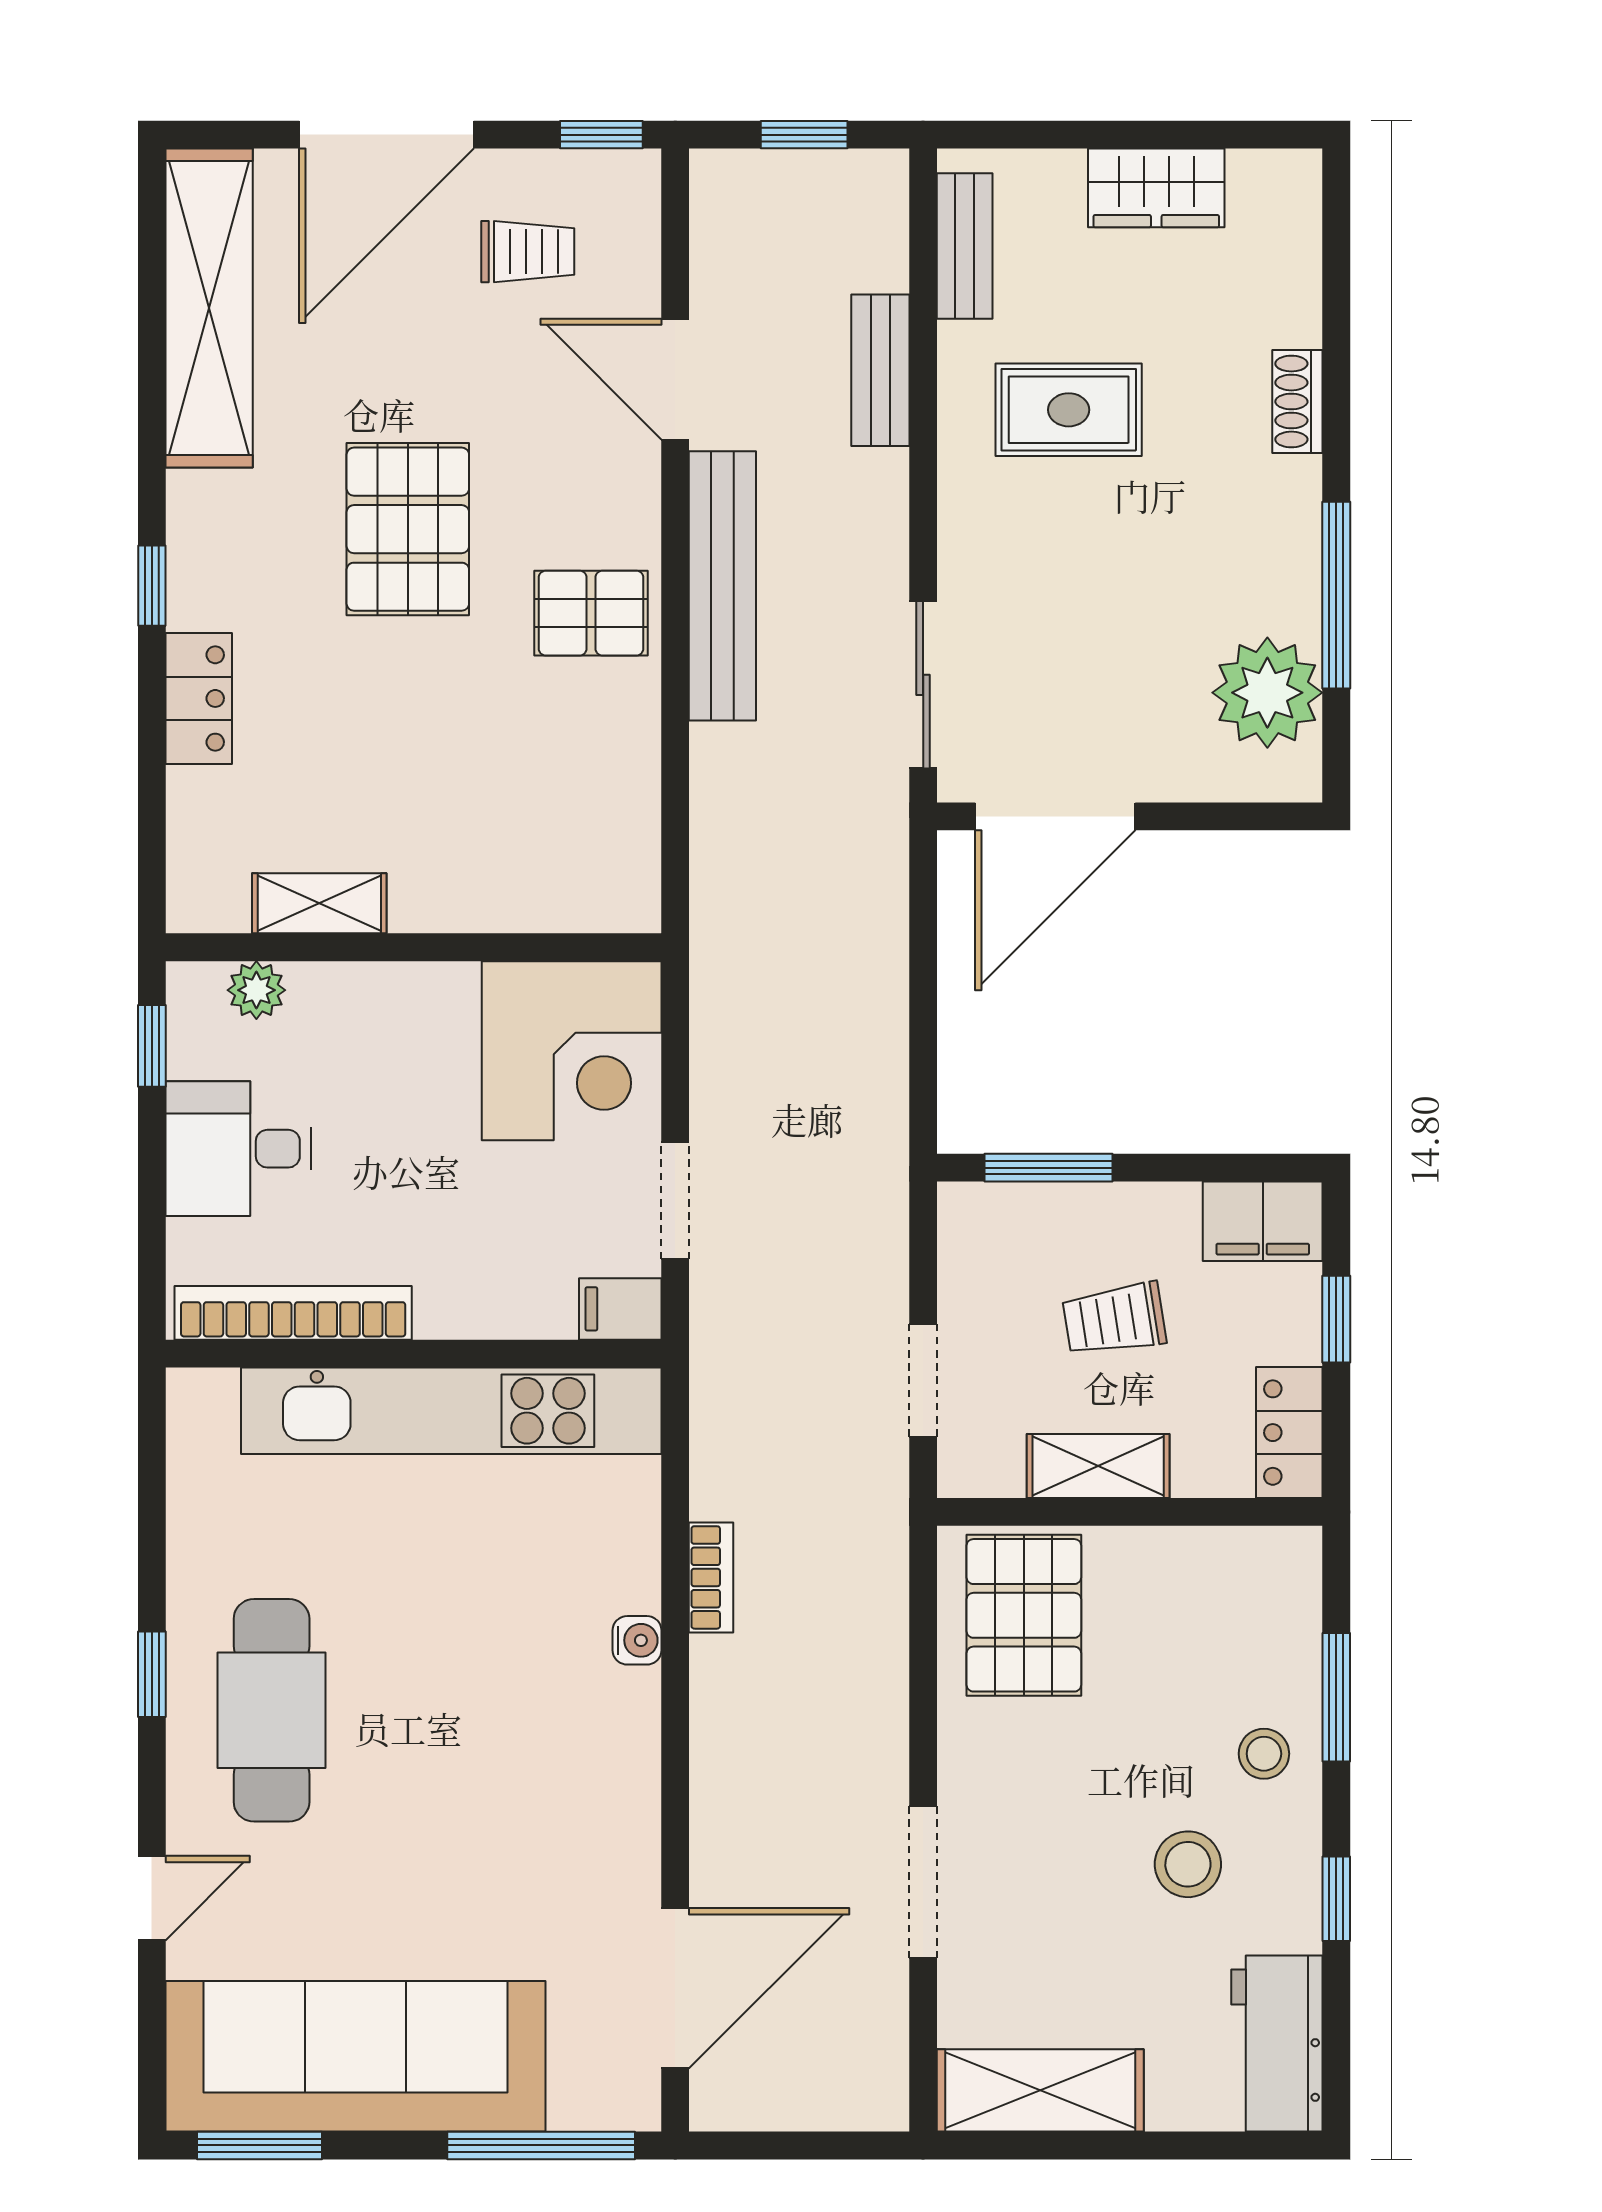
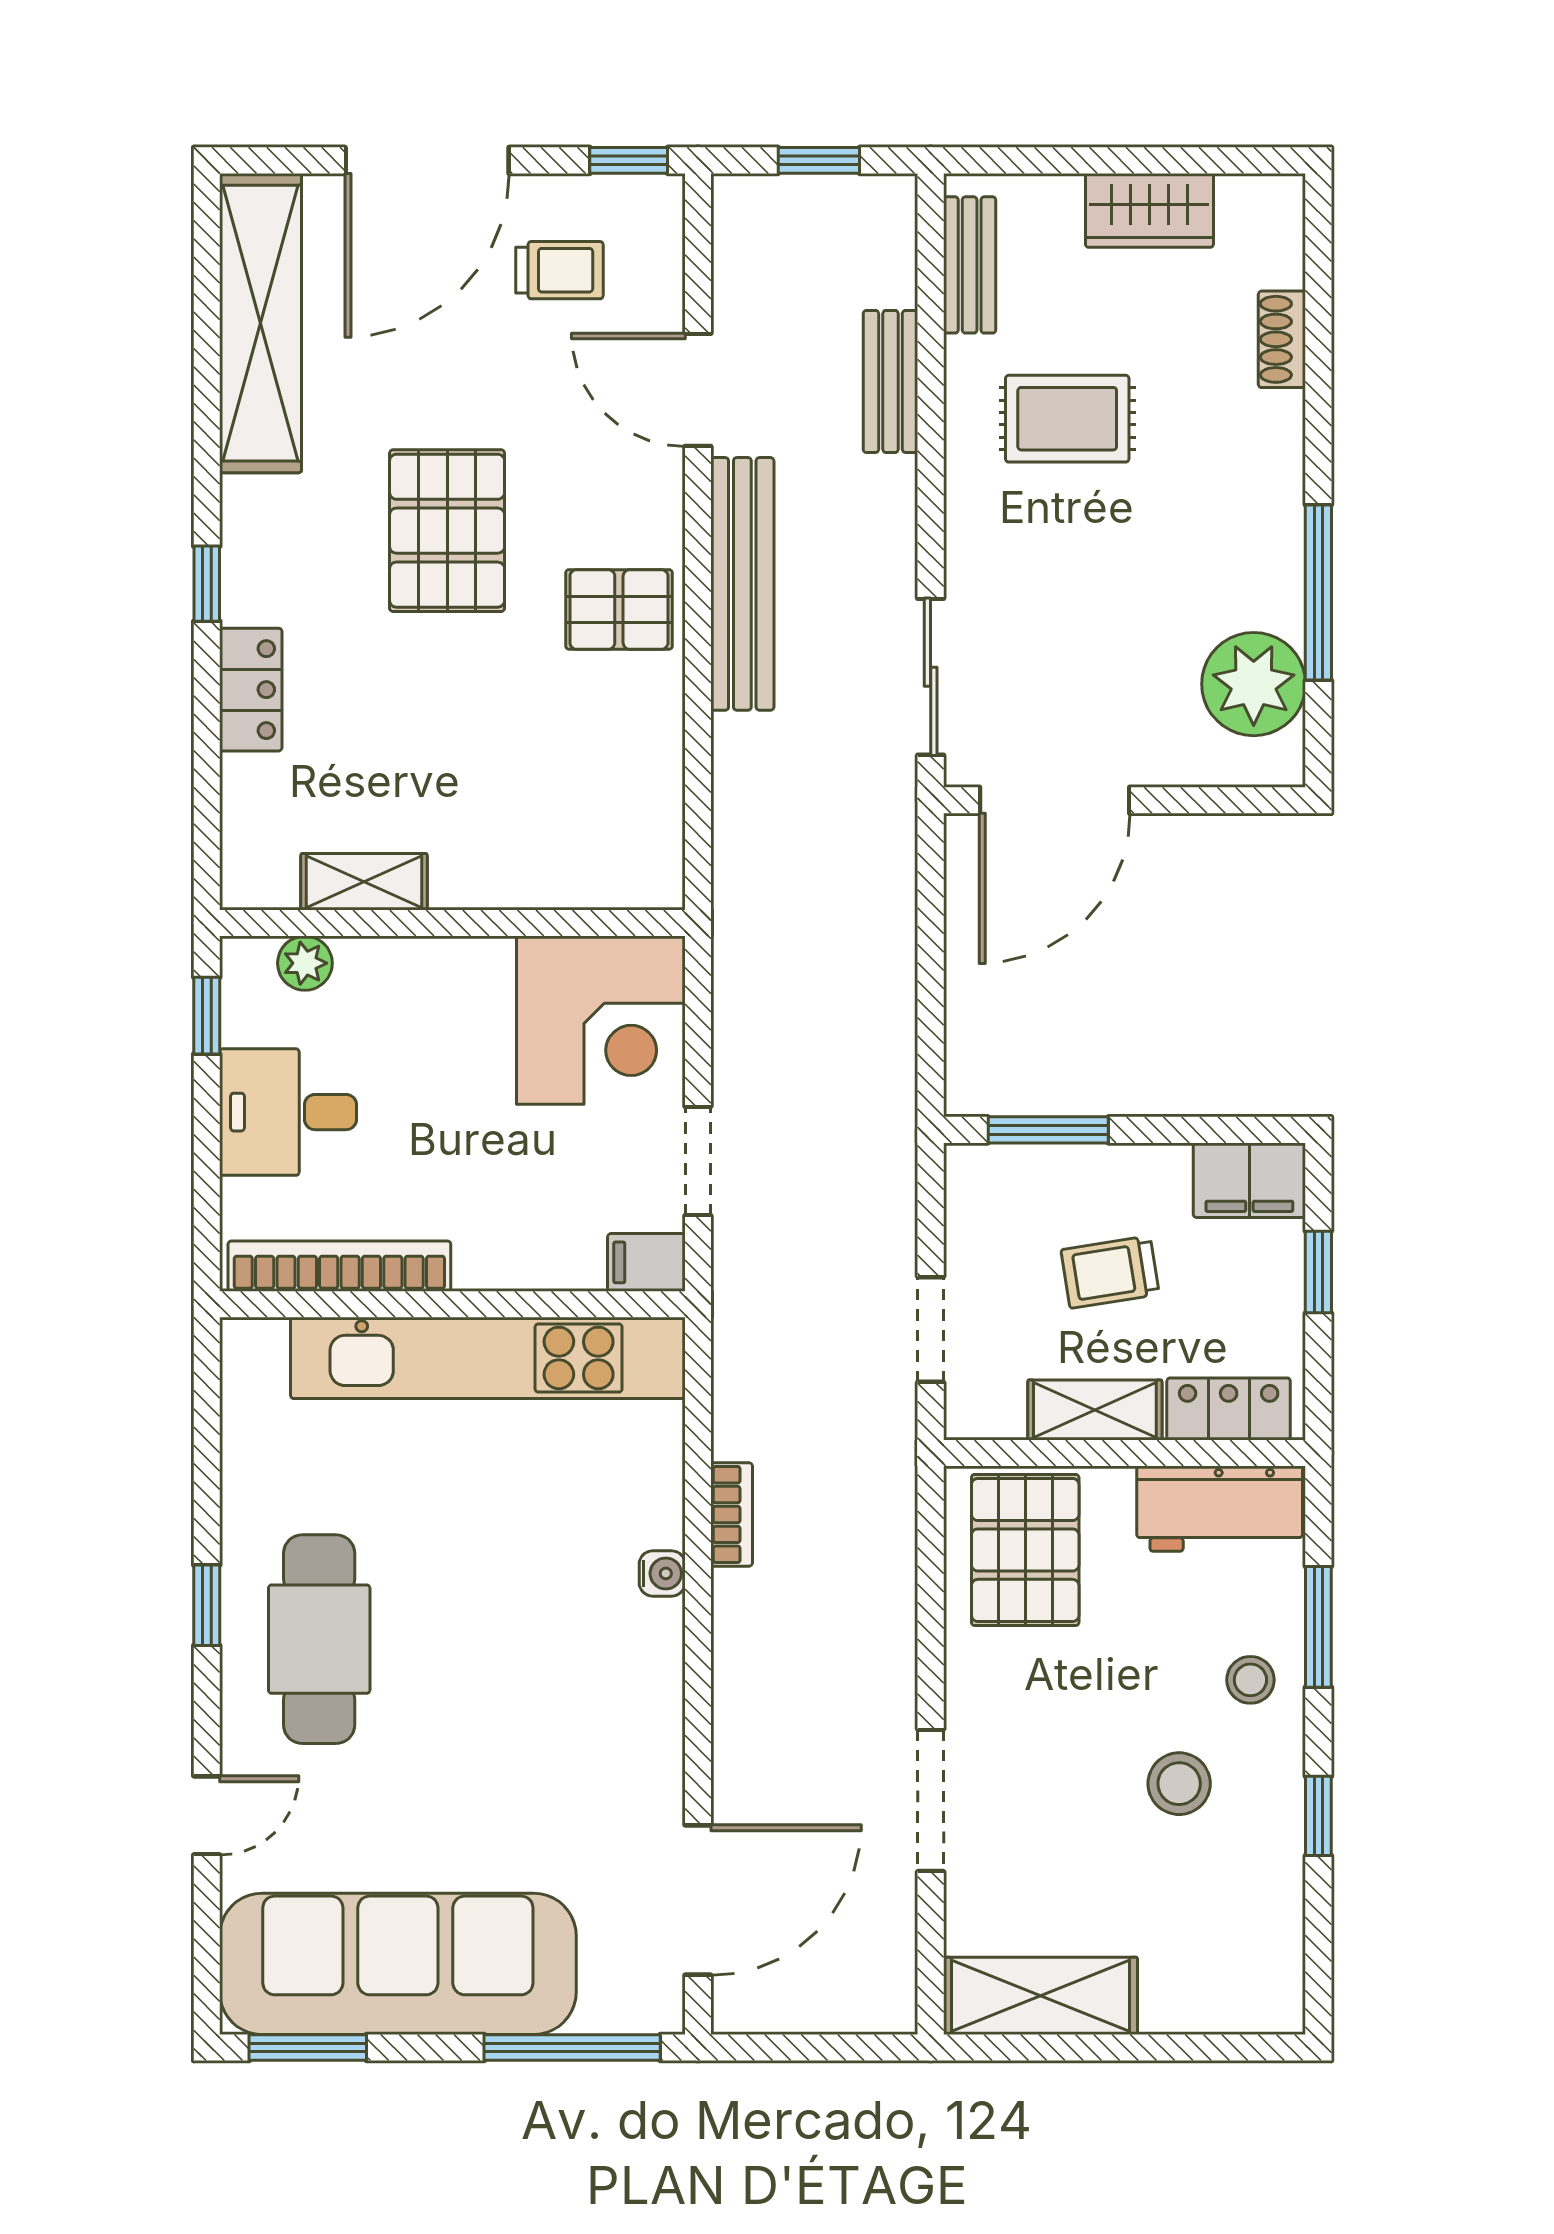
shoe rack: (1297, 402) -> (1282, 339), moved
locker: (1289, 1433) -> (1229, 1409), moved, turned 90
workbench: (1277, 2044) -> (1220, 1509), moved, turned -90

